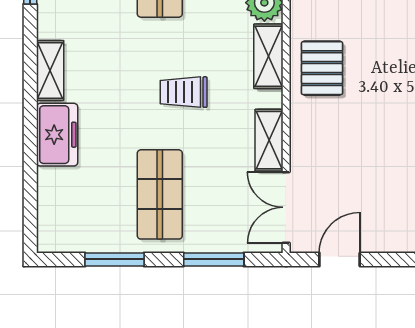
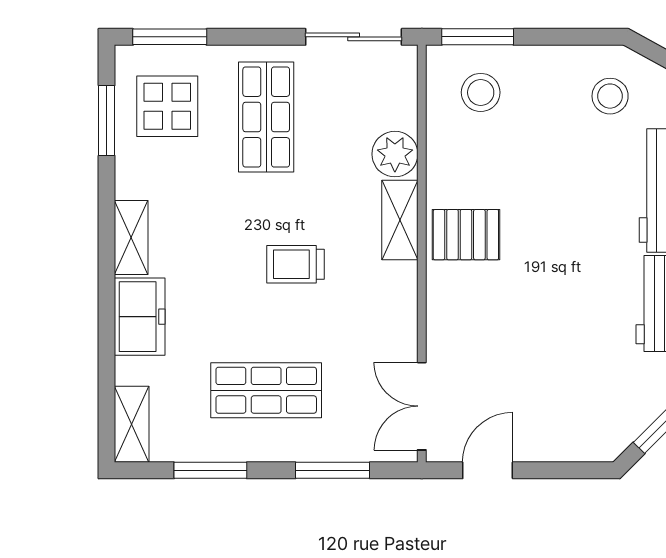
pallet: (322, 68) -> (466, 235), turned 90
shelving: (269, 140) -> (132, 424), moved
shop shelf: (160, 194) -> (266, 390), turned 90

